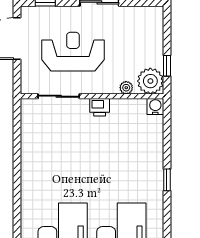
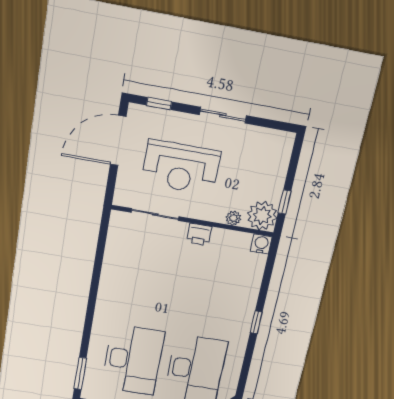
reception desk: (73, 52) -> (181, 167), turned 180

